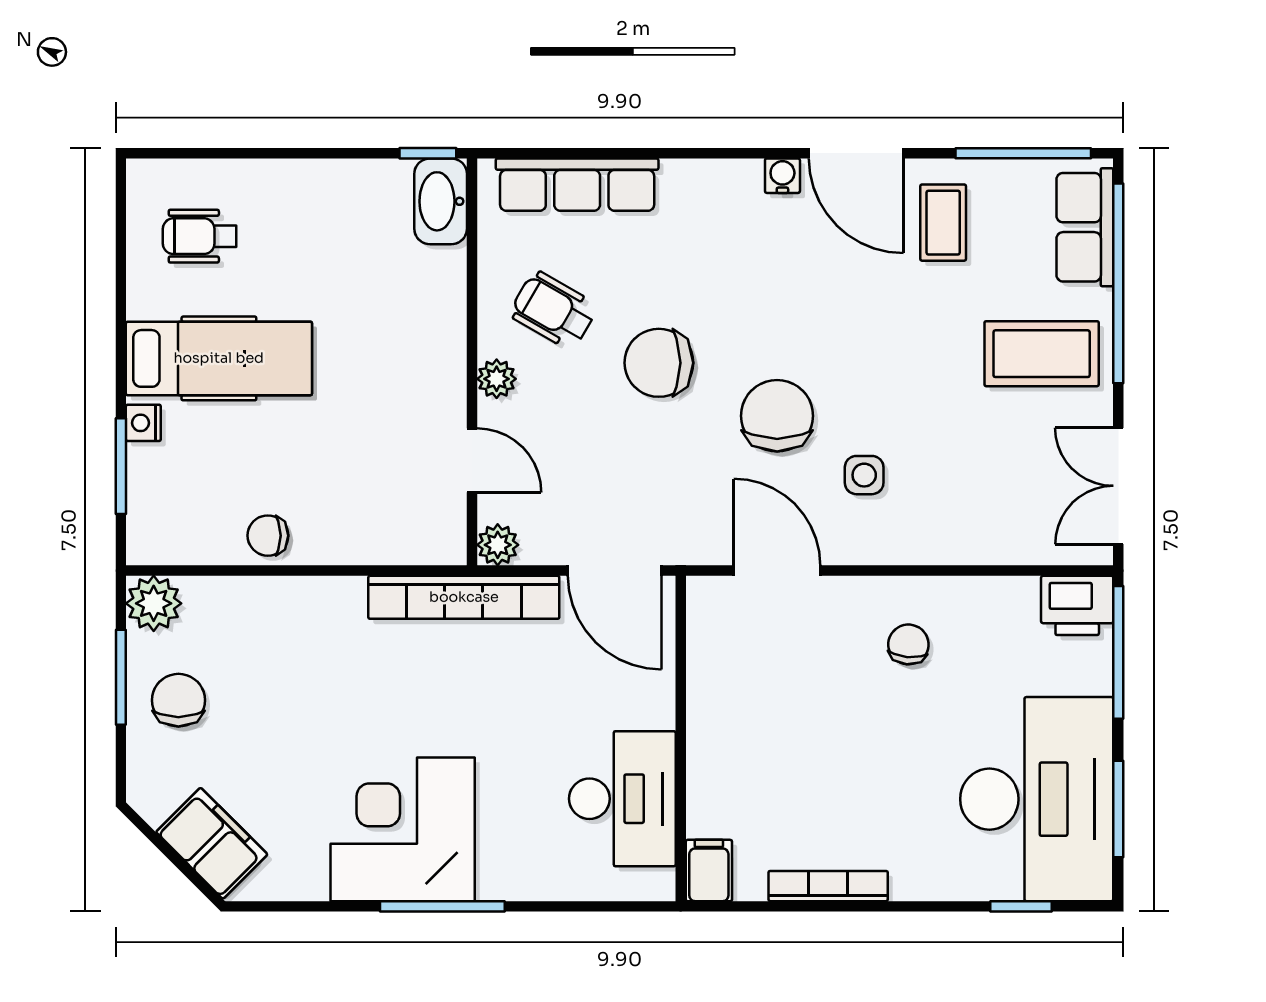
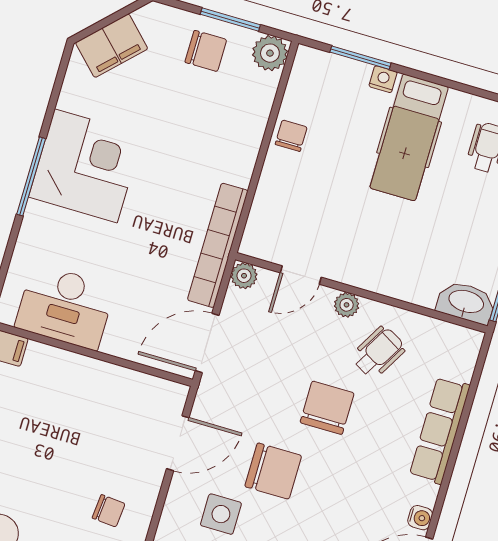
row of seats: (577, 185) -> (440, 430), moved
side table: (864, 475) -> (221, 514), width x1.37, depth x1.37

